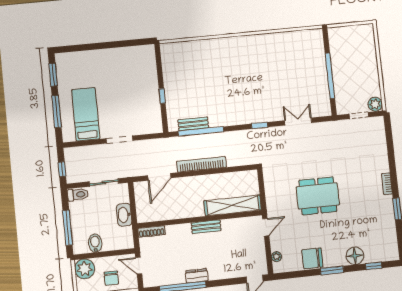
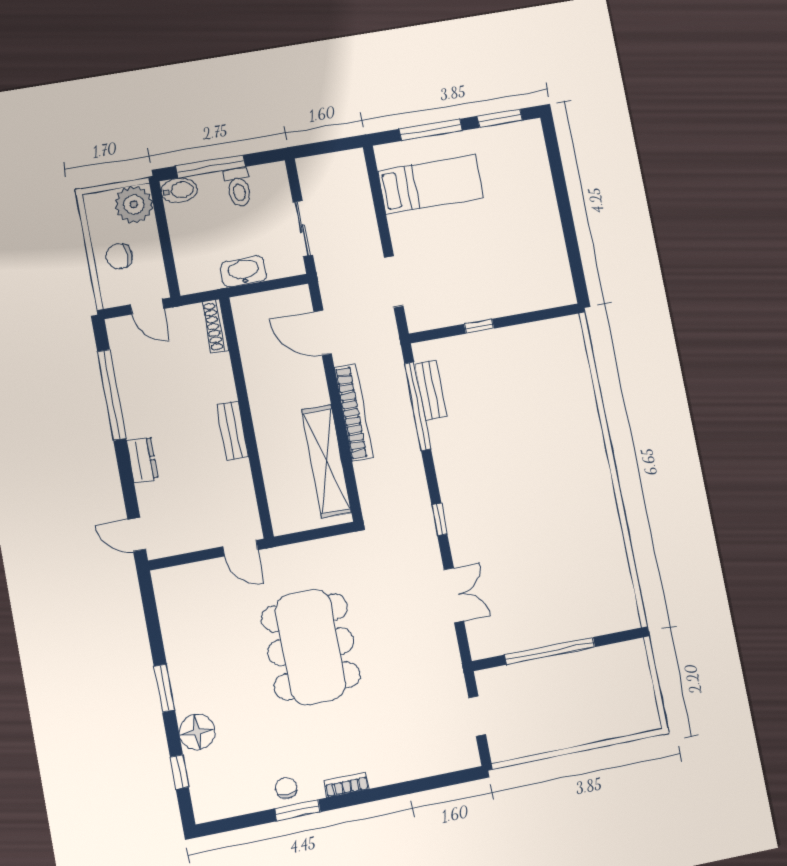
plant: (375, 104) -> (503, 747), removed
doorway: (119, 140) -> (394, 282), moved
window: (62, 169) -> (322, 148), removed
toilet: (78, 195) -> (238, 187), moved
dining table: (318, 196) -> (311, 647), width x1.36, depth x1.24
shelving: (233, 205) -> (326, 461), moved
bidet: (95, 243) -> (179, 190), moved
plant: (276, 257) -> (184, 574), removed
chair: (312, 258) -> (286, 788), moved, width x0.54, depth x0.54
door: (139, 266) -> (147, 307), swing flipped
dresser: (197, 276) -> (142, 460), moved

